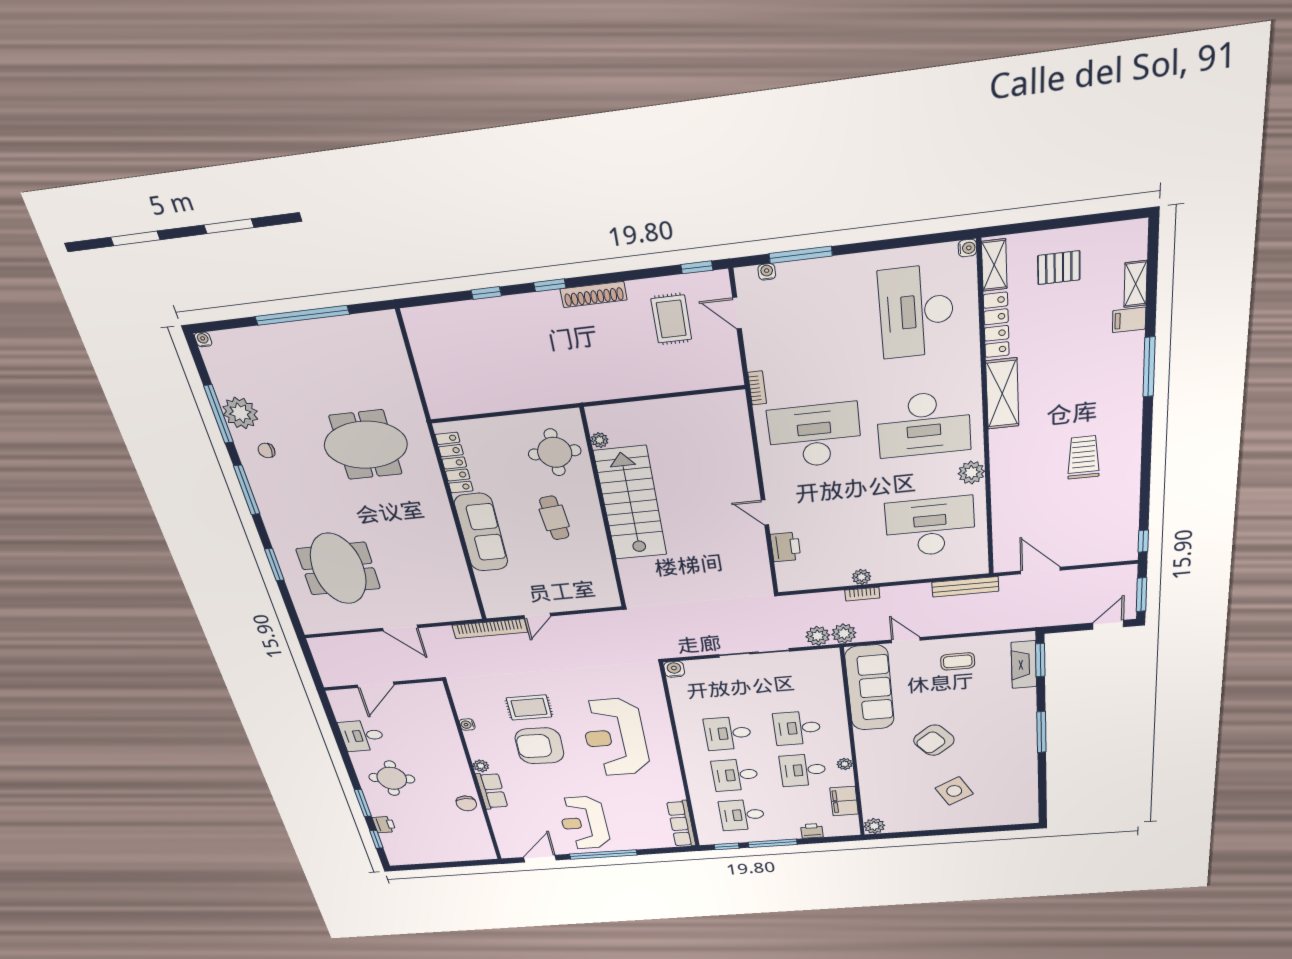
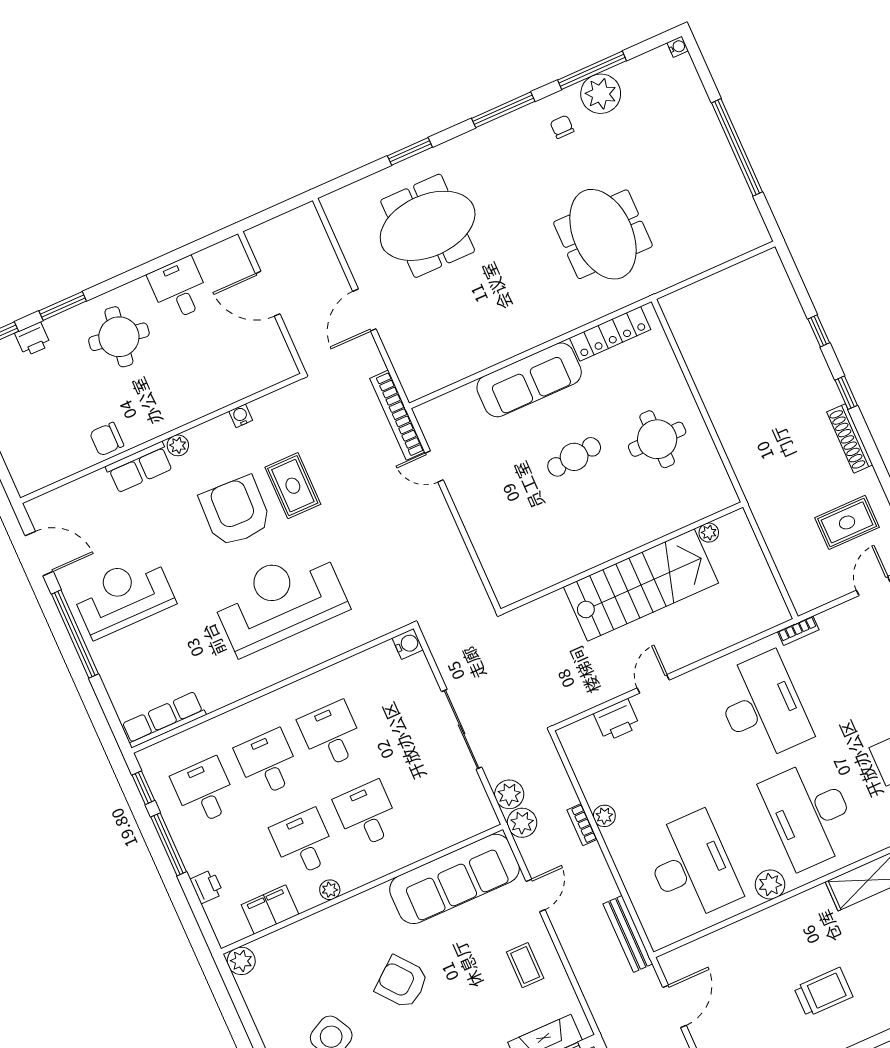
plant: (600, 440) -> (709, 533), moved
stairs: (631, 503) -> (641, 585), moved
wall: (604, 511) -> (622, 558), moved

